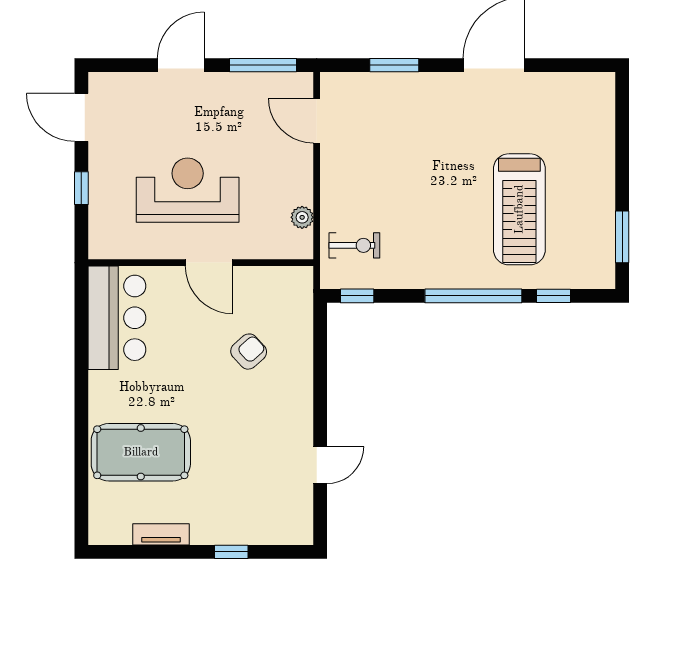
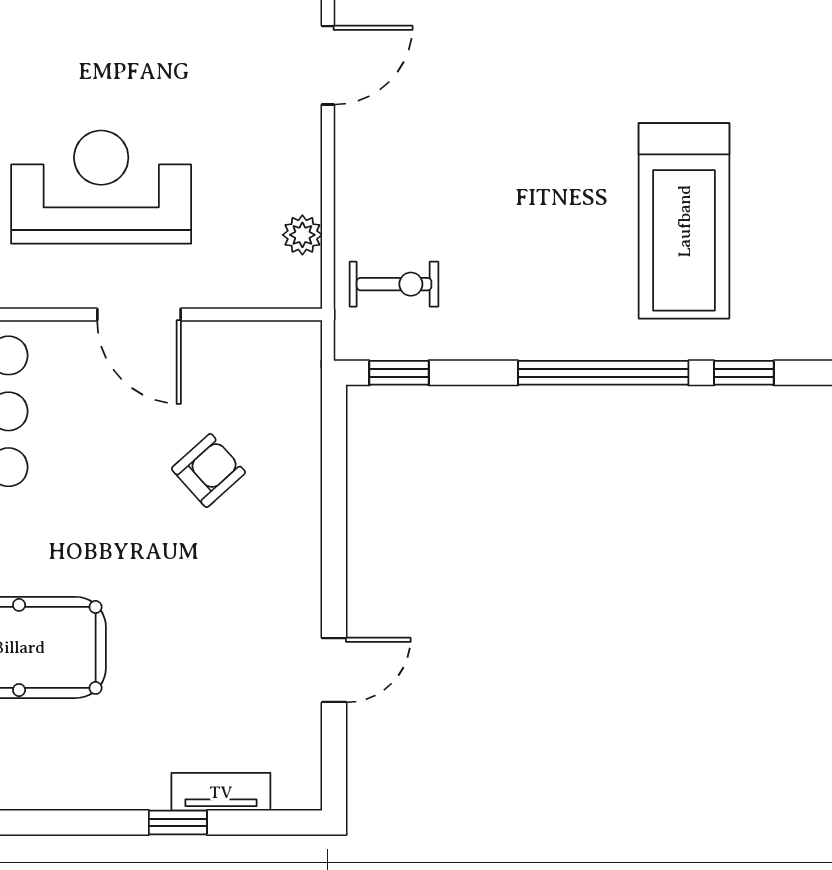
door: (317, 121) -> (328, 65), swing flipped
tv unit: (161, 534) -> (221, 792), moved

